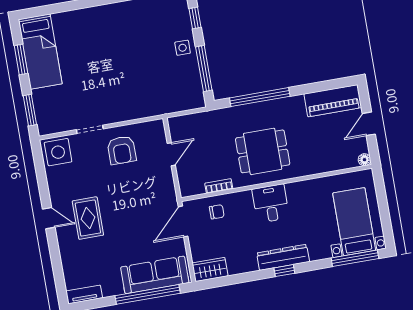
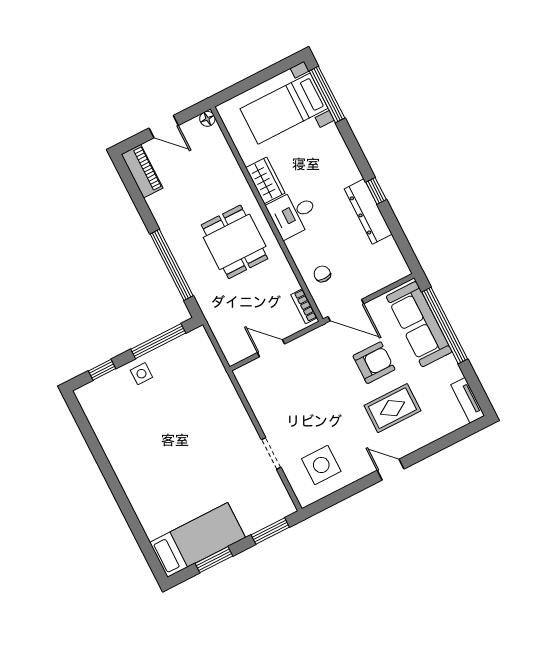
piano: (333, 101) -> (142, 171), width x0.73, depth x0.75
armchair: (122, 150) -> (374, 363), moved
side table: (58, 152) -> (321, 465), moved
bookcase: (219, 186) -> (304, 306), moved
door: (49, 218) -> (391, 470), hinge flipped
rug: (88, 218) -> (392, 408), moved
dresser: (283, 257) -> (368, 211), moved
wardrobe: (210, 269) -> (265, 180), moved, turned 180
window: (284, 271) -> (376, 191), moved

